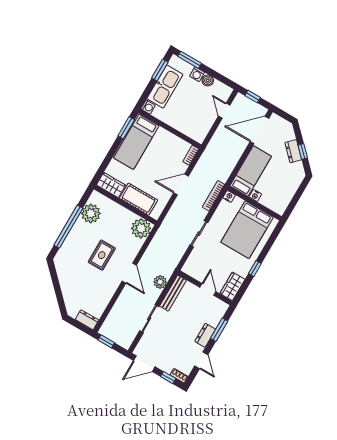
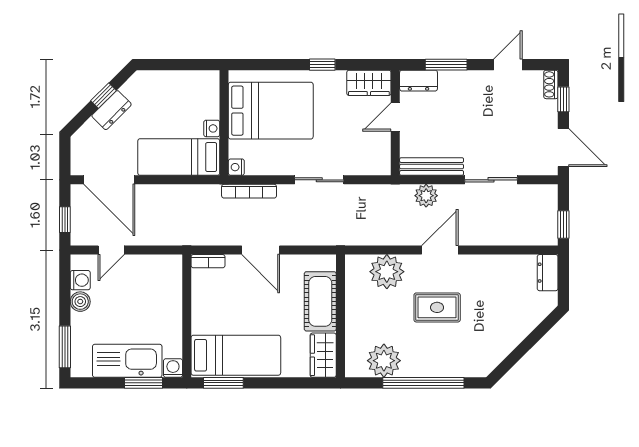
window: (160, 70) -> (144, 383), moved
washing machine: (197, 74) -> (80, 280), moved
plant: (141, 228) -> (387, 272), moved
dresser: (205, 335) -> (419, 81), moved

